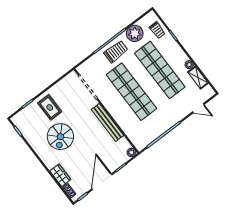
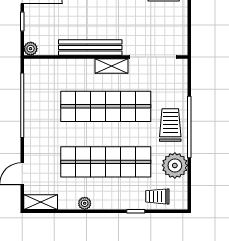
trolley: (116, 52) -> (170, 125), turned 180
shelving: (198, 78) -> (41, 202), moved
shelving: (109, 105) -> (111, 66), added

